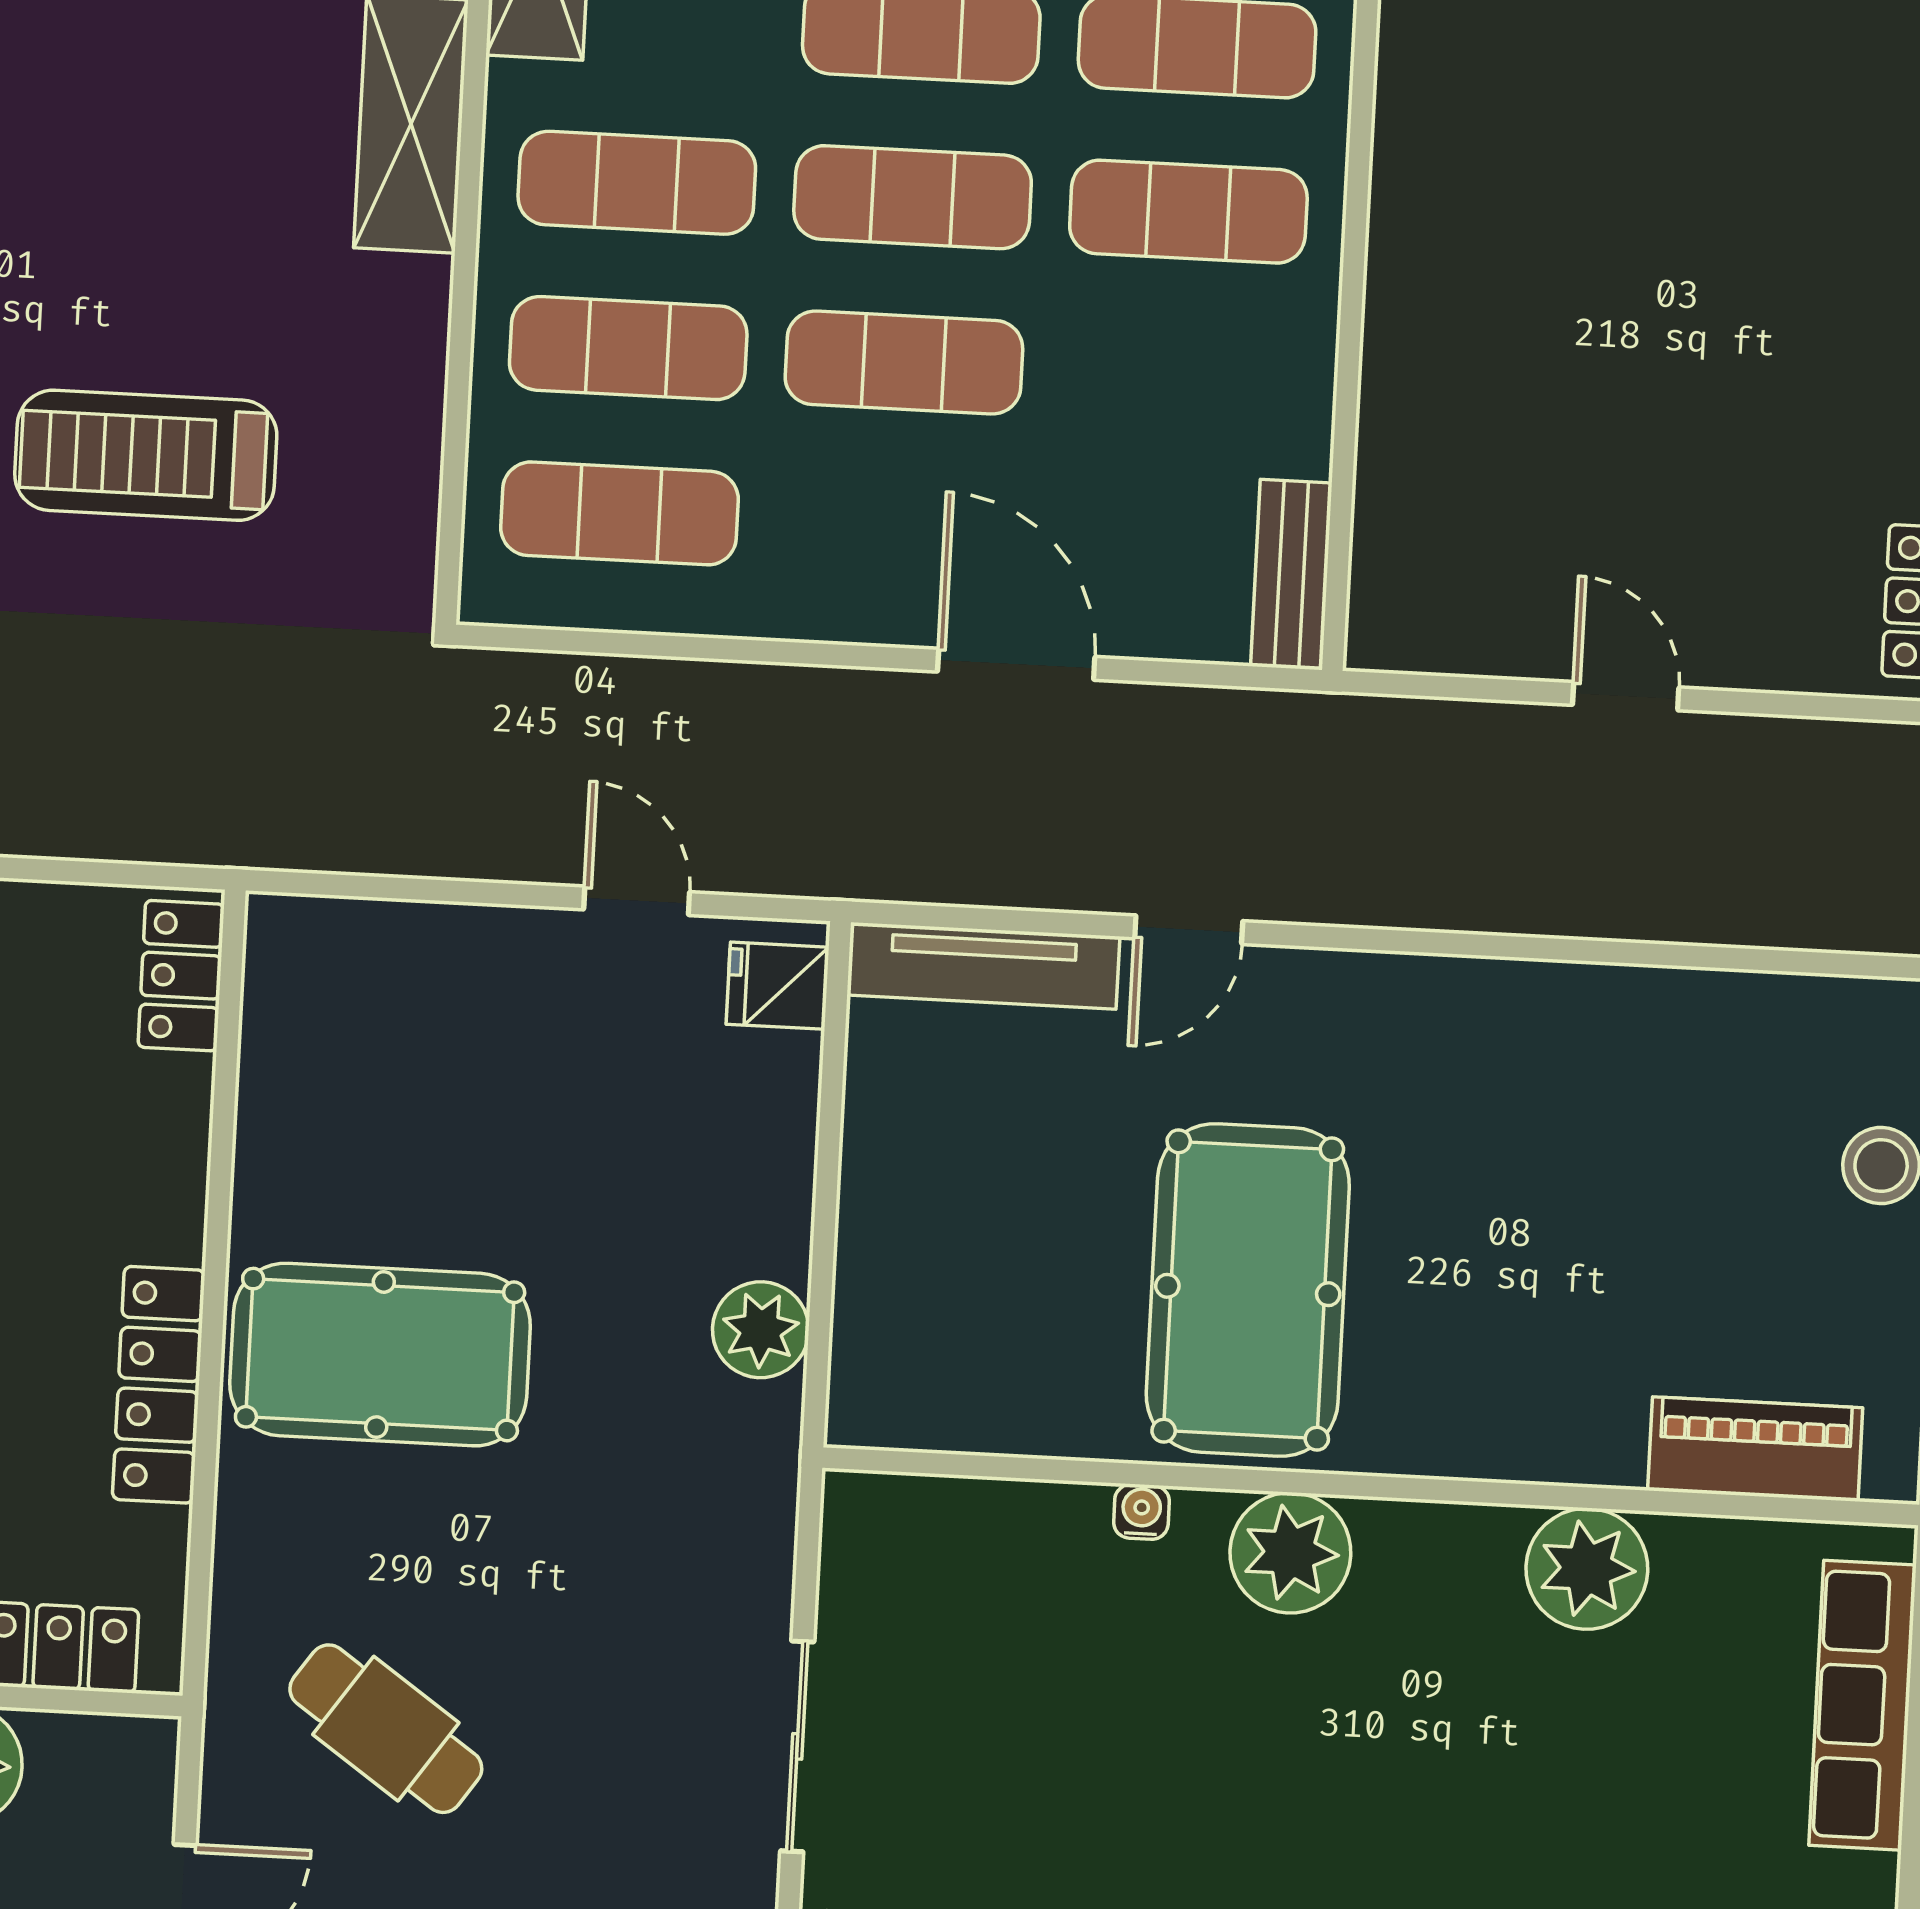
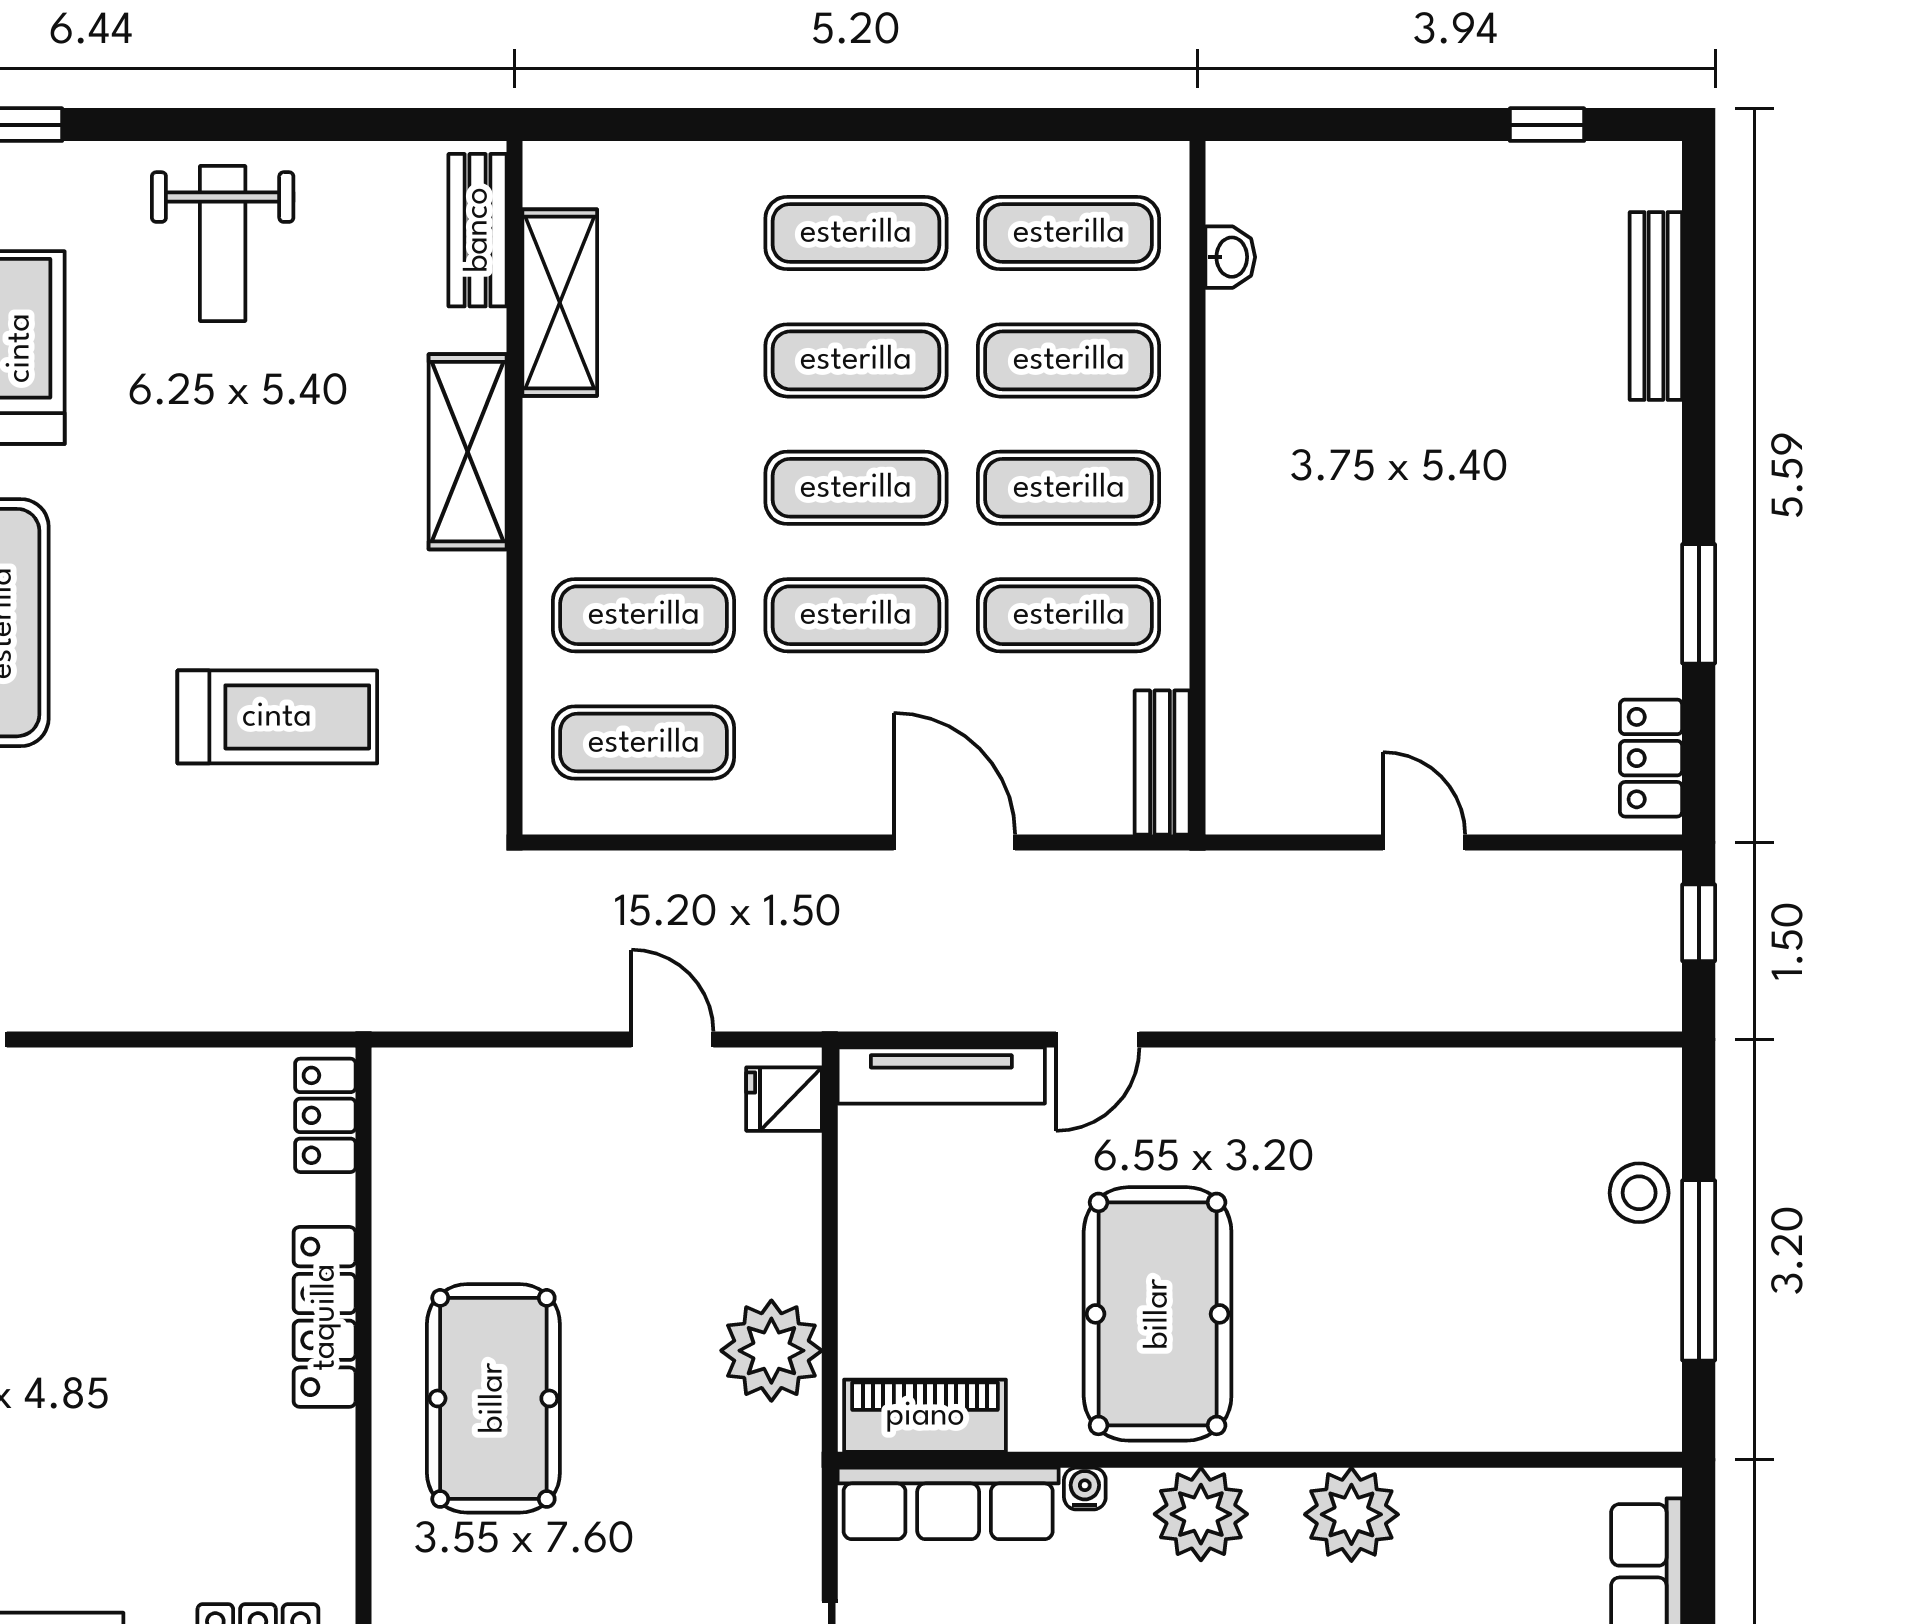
exercise mat: (637, 183) -> (1069, 615), moved
treadmill: (146, 455) -> (277, 717), turned 180
plant: (761, 1330) -> (771, 1351), width x1.36, depth x1.36
pool table: (380, 1355) -> (493, 1398), turned 90
locker: (159, 1385) -> (325, 1317), moved
piano: (1755, 1449) -> (925, 1416), moved
row of seats: (963, 1522) -> (948, 1503), added
plant: (1587, 1569) -> (1351, 1514), moved

